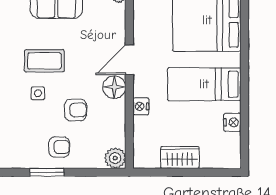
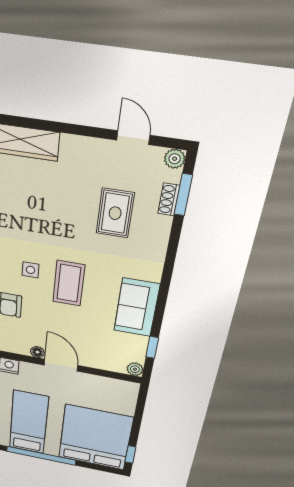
window: (244, 69) -> (41, 456), added
floor lamp: (114, 87) -> (37, 352), width x0.53, depth x0.53

